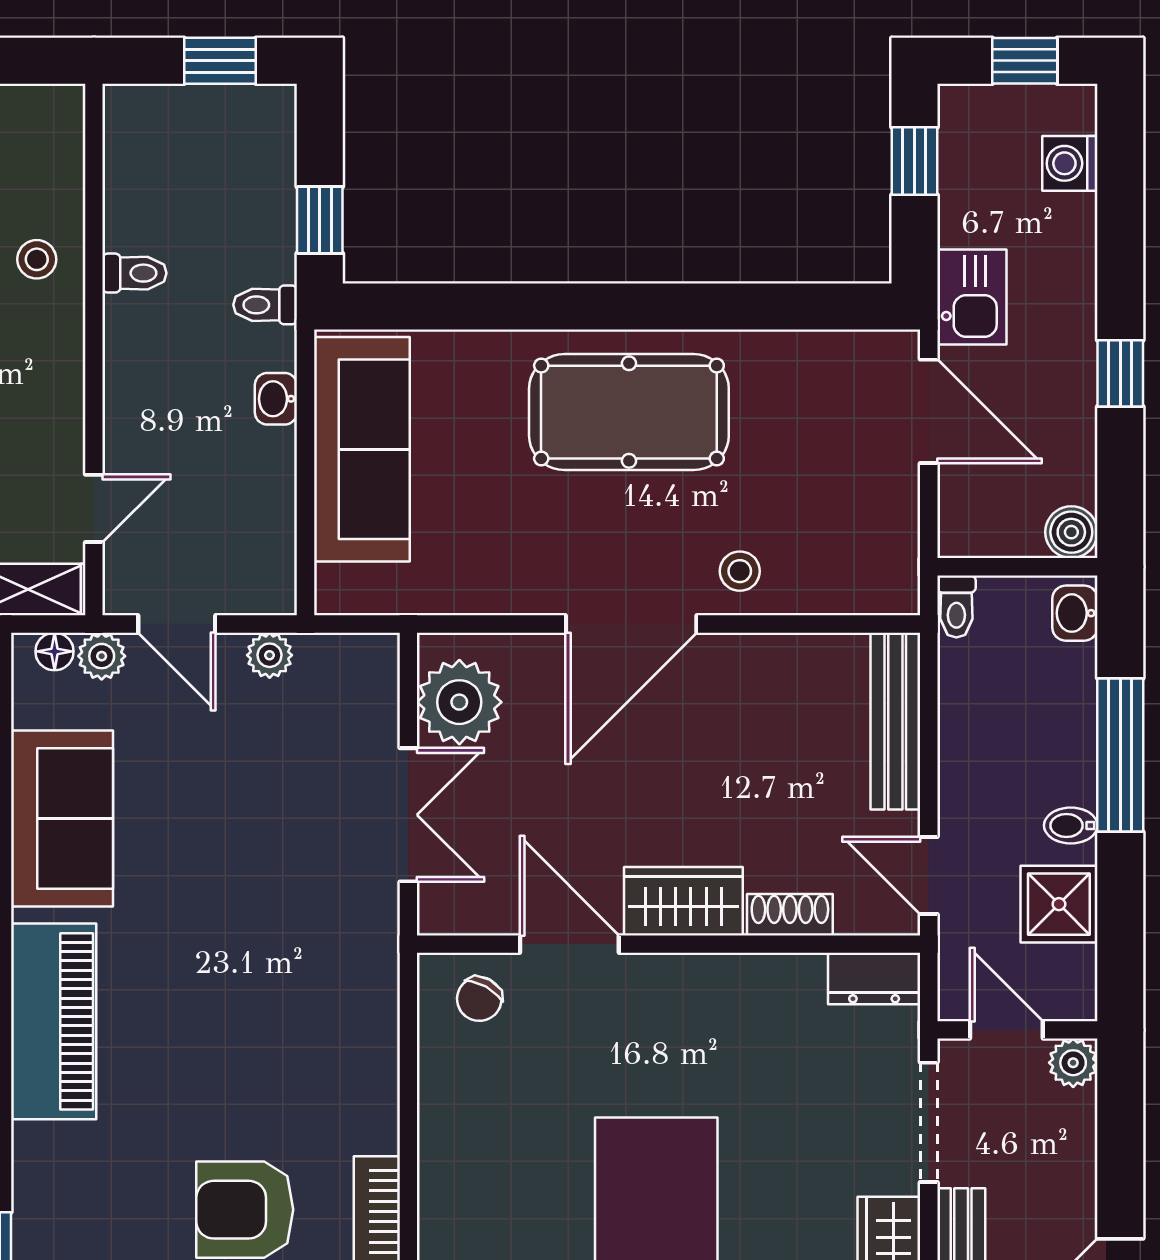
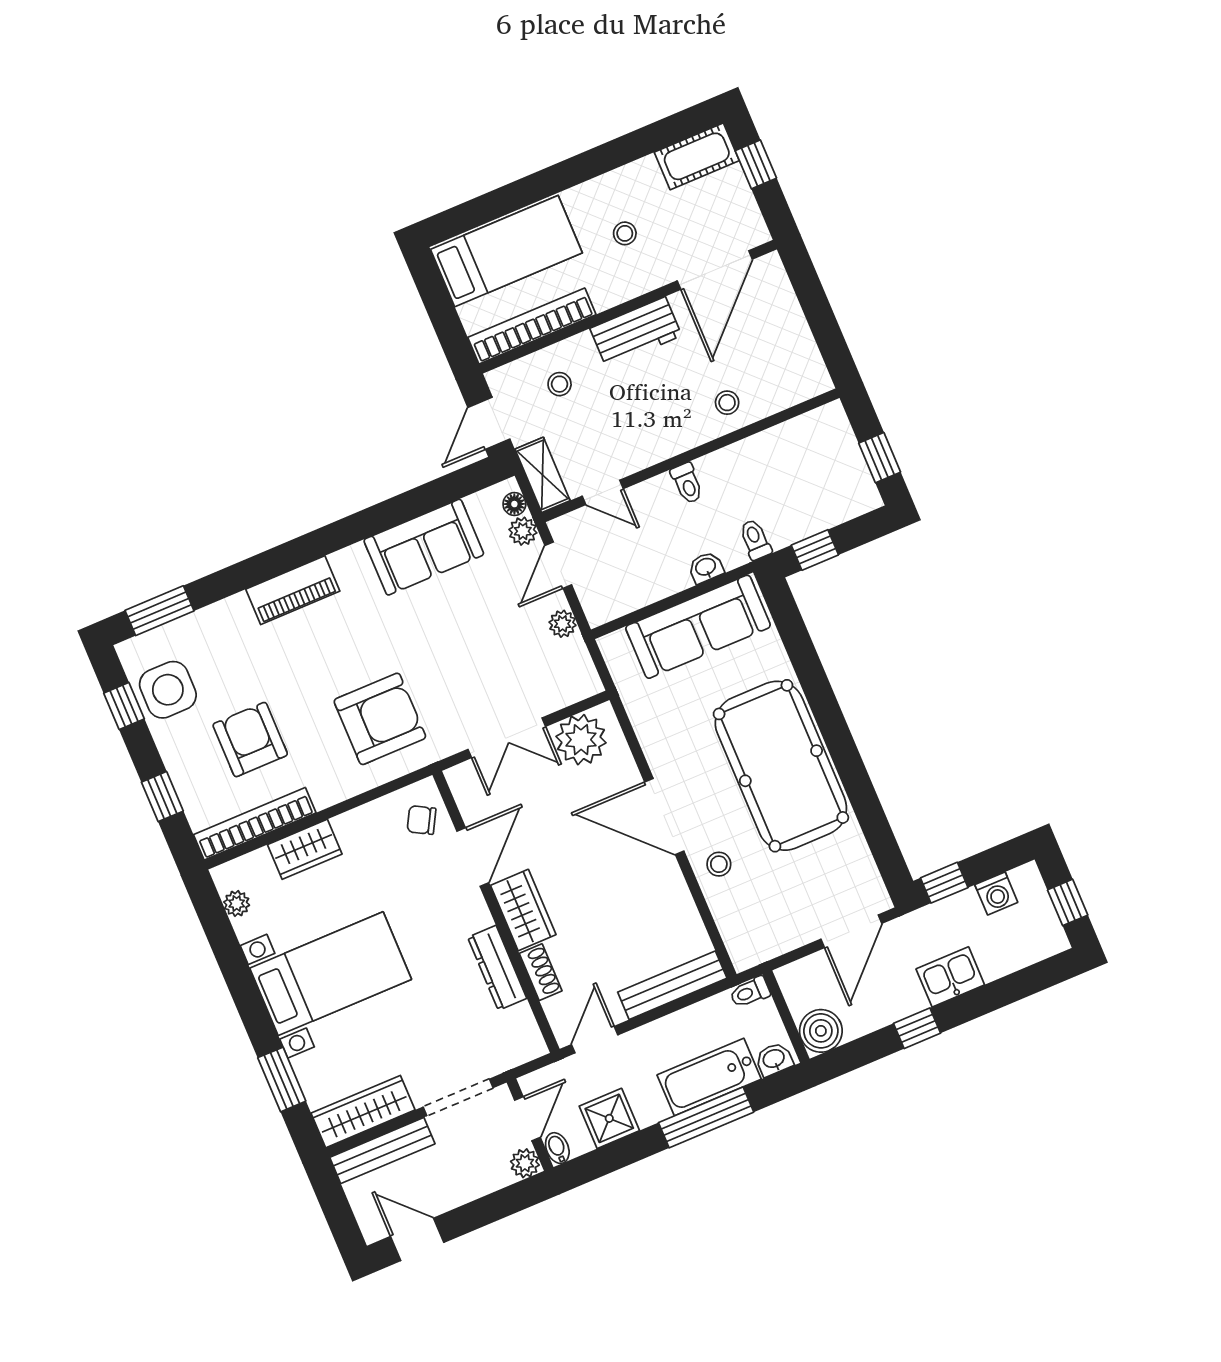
window: (914, 161) -> (944, 883), moved
washing machine: (1070, 163) -> (996, 894), moved, turned 180
toilet: (134, 273) -> (687, 483), moved
kitchen sink: (972, 297) -> (950, 977), moved, turned 180
pool table: (629, 412) -> (781, 766), width x1.36, depth x1.32
boiler: (1071, 532) -> (821, 1031), width x1.36, depth x1.36
bathtub: (1060, 724) -> (709, 1077), added
bidet: (1071, 825) -> (557, 1148), moved
dresser: (874, 979) -> (497, 968), moved, width x1.44
armchair: (297, 997) -> (380, 719), added
piano: (54, 1021) -> (293, 590), width x0.73, depth x0.75
wardrobe: (448, 1197) -> (305, 849), added

